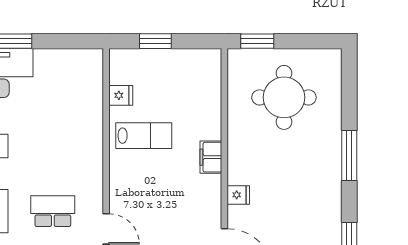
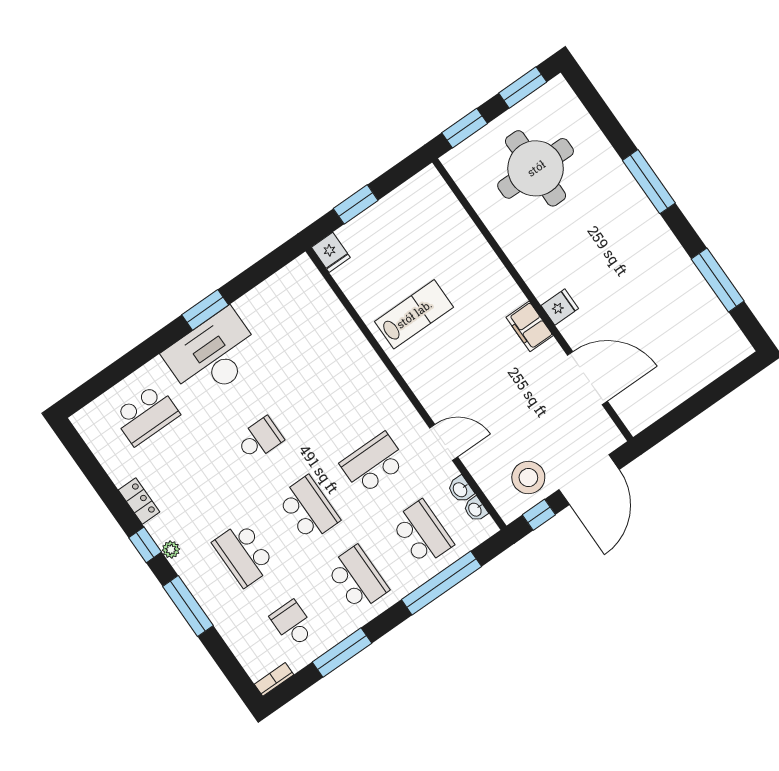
window: (311, 41) -> (523, 88), added
fridge: (121, 95) -> (331, 252), moved, turned 90
filing cabinet: (211, 157) -> (530, 326), moved

